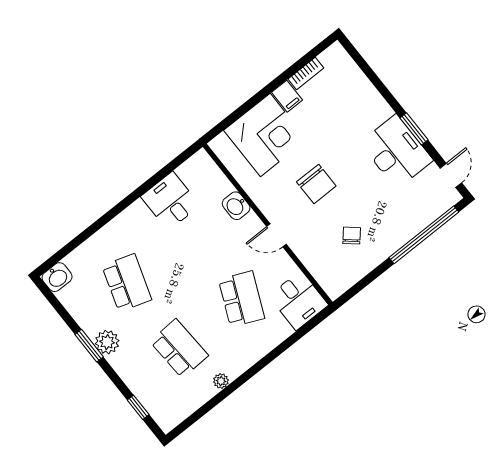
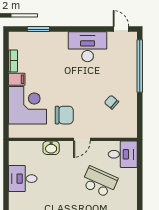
window: (414, 129) -> (38, 29), moved
chair: (316, 184) -> (64, 115), moved

